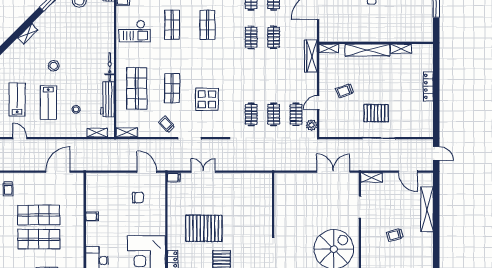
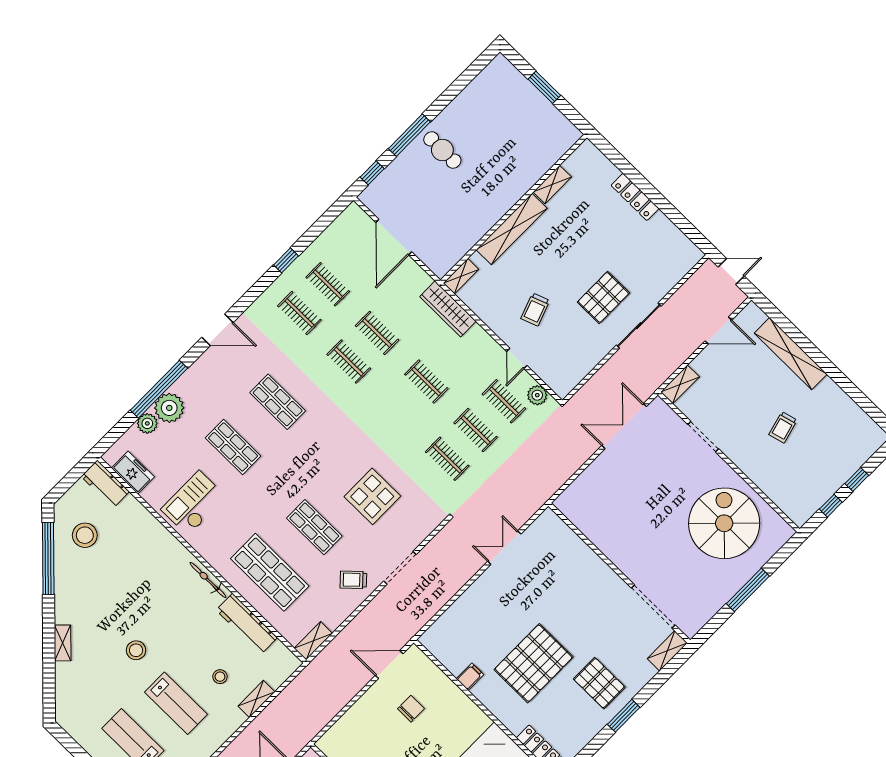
checkout: (134, 31) -> (194, 503), turned 180
clothes rail: (274, 76) -> (426, 381), added
shelving: (97, 133) -> (256, 699), moved
double door: (203, 172) -> (504, 548), moved
filing cabinet: (174, 177) -> (470, 677), moved

